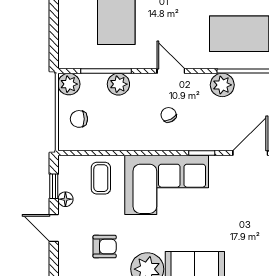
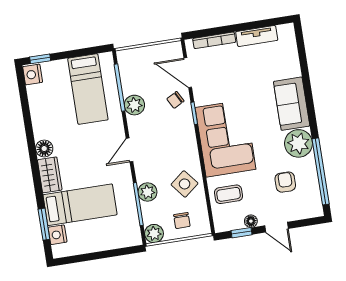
chair: (169, 115) -> (175, 100), moved
side table: (121, 129) -> (185, 184), added
door: (54, 228) -> (276, 227), hinge flipped

